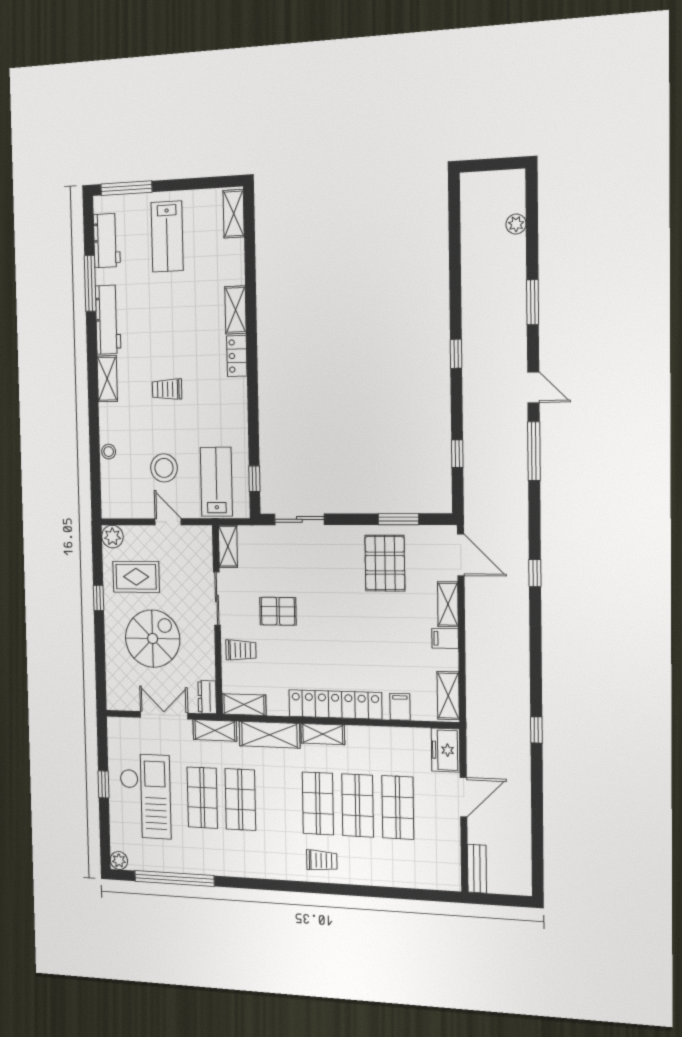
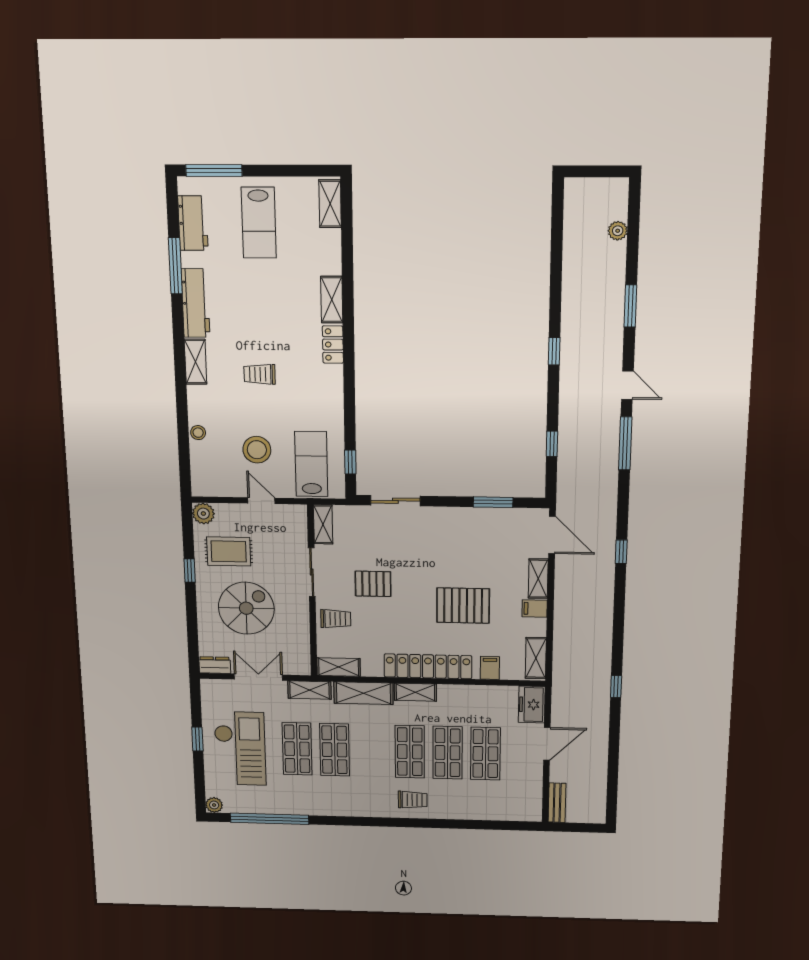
pallet: (385, 563) -> (463, 606), moved, turned 90
dresser: (207, 697) -> (215, 665), moved, turned 90

